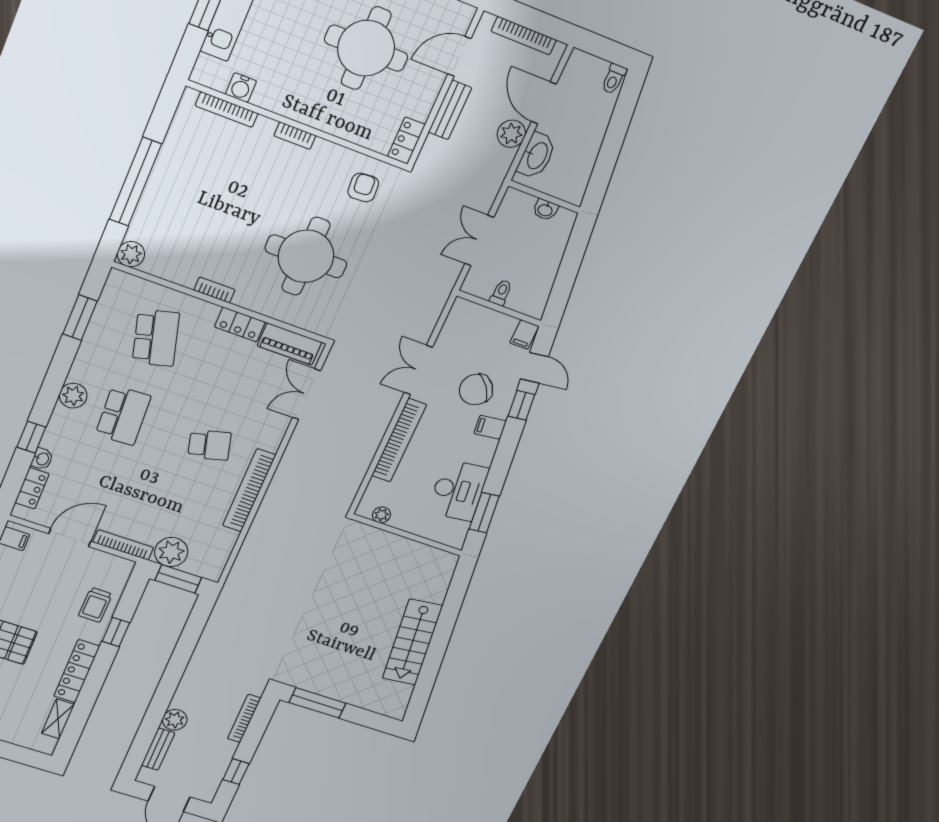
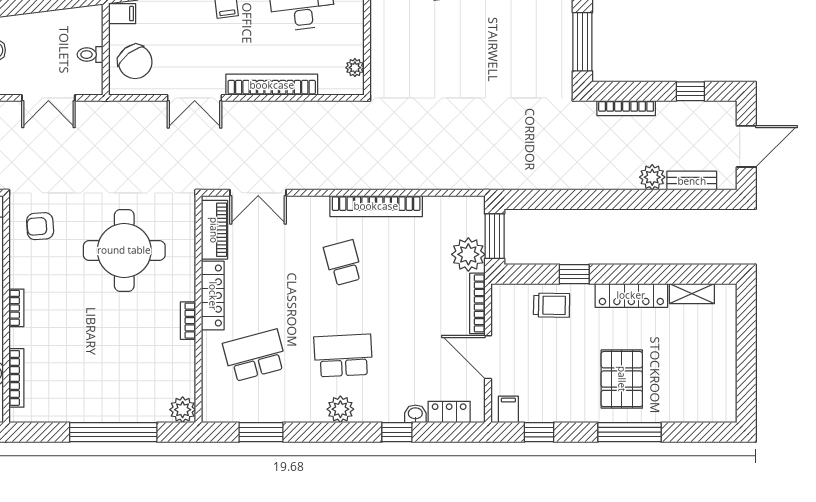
locker: (240, 325) -> (213, 296), width x1.53
chair: (476, 390) -> (135, 62), moved

